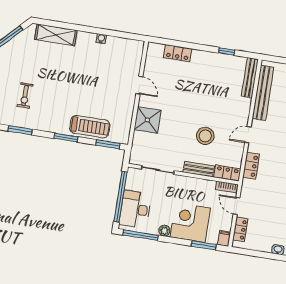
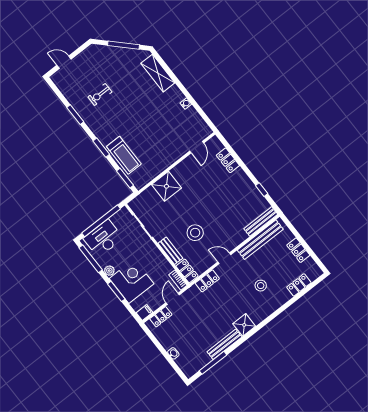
door: (139, 85) -> (197, 147), moved
window: (204, 245) -> (116, 291), moved

